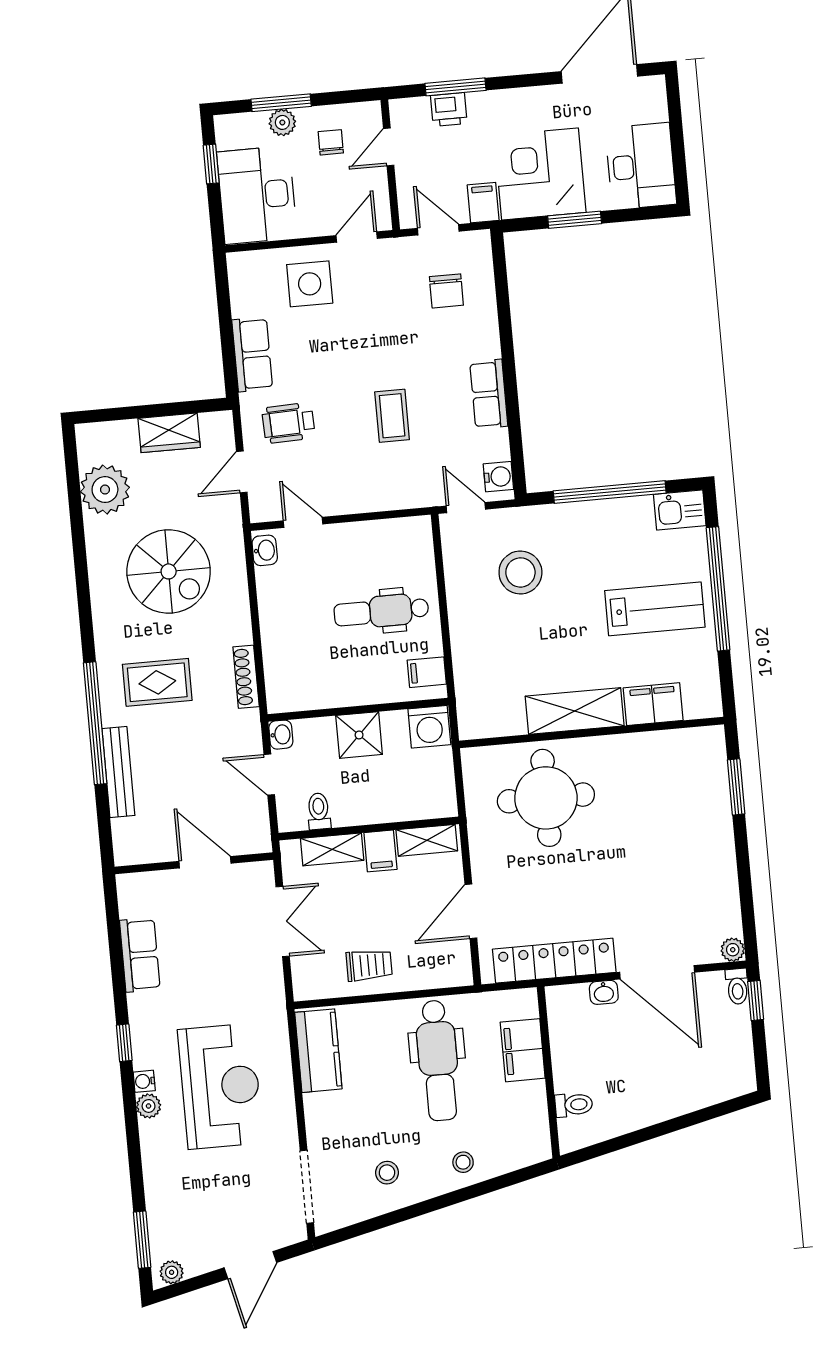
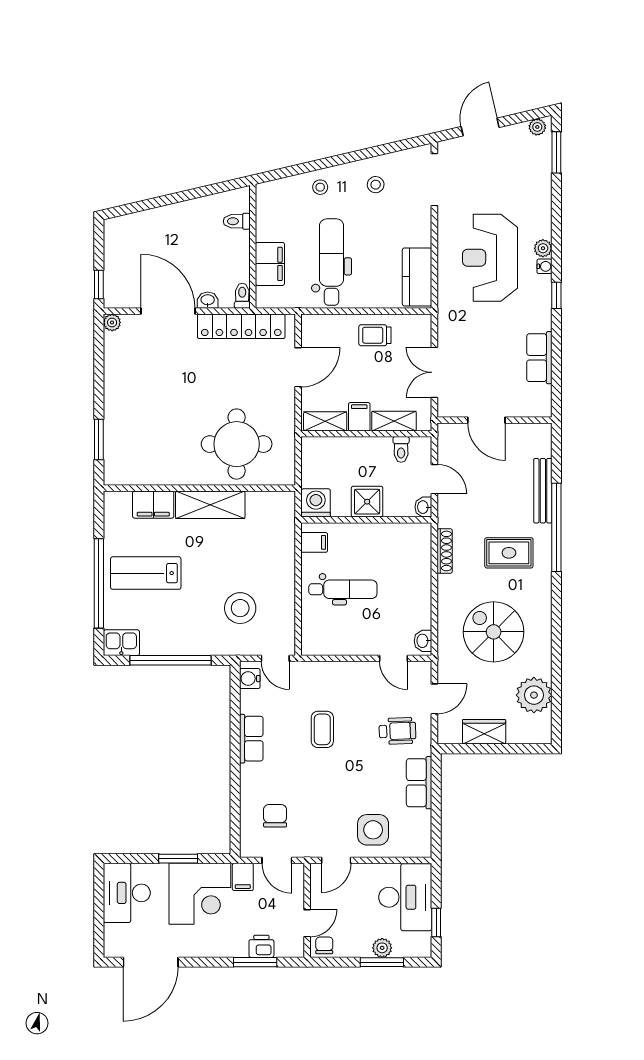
chair: (331, 142) -> (324, 945), moved, turned 180
toilet: (737, 986) -> (242, 296), moved

